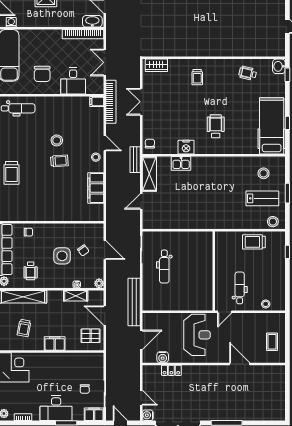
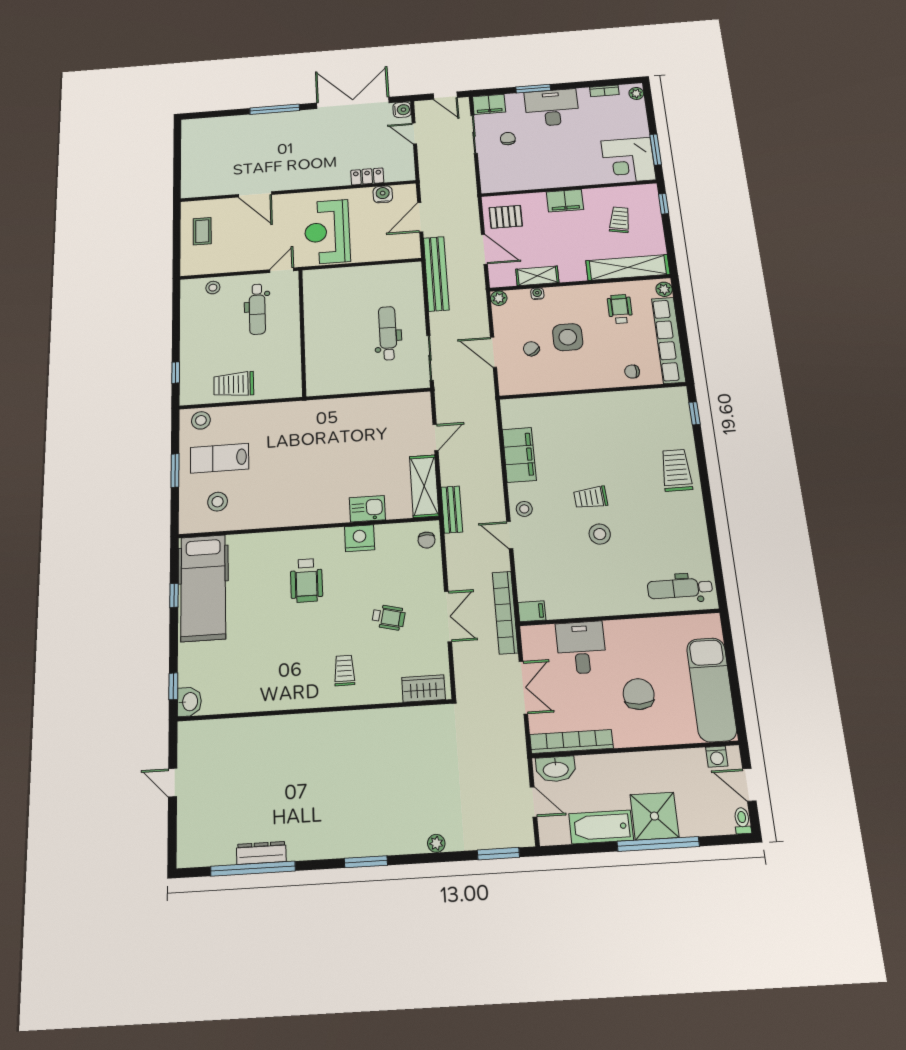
wheelchair: (248, 73) -> (389, 617), moved
chair: (42, 74) -> (639, 694), moved
trolley: (254, 242) -> (234, 384), turned 180

